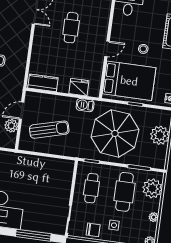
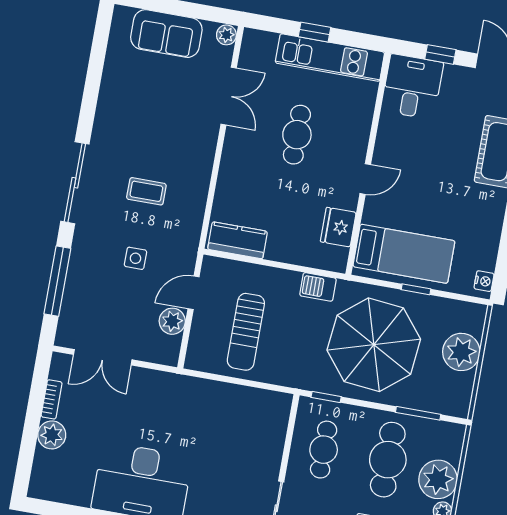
stool: (143, 49) -> (436, 182), removed
bed: (129, 81) -> (404, 254), width x0.67
fridge: (79, 87) -> (338, 227), moved, turned -90
sun lounger: (49, 130) -> (246, 332), turned 105
plant: (152, 188) -> (438, 479), moved

